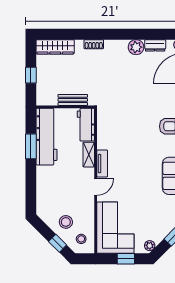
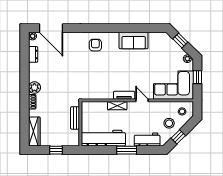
plant: (136, 47) -> (34, 88), moved
workbench: (86, 125) -> (147, 139), moved, turned 180
window: (31, 146) -> (127, 150), moved
window: (58, 243) -> (178, 137), moved

